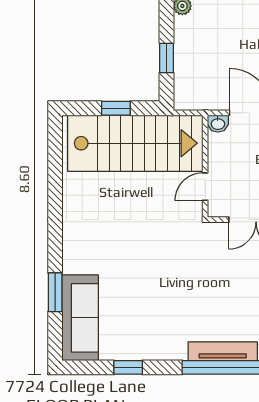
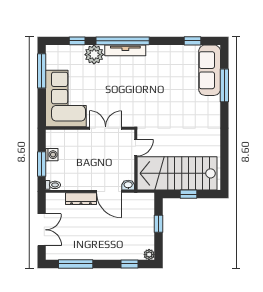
window: (55, 292) -> (224, 85), width x1.44
window: (128, 367) -> (193, 41), moved

